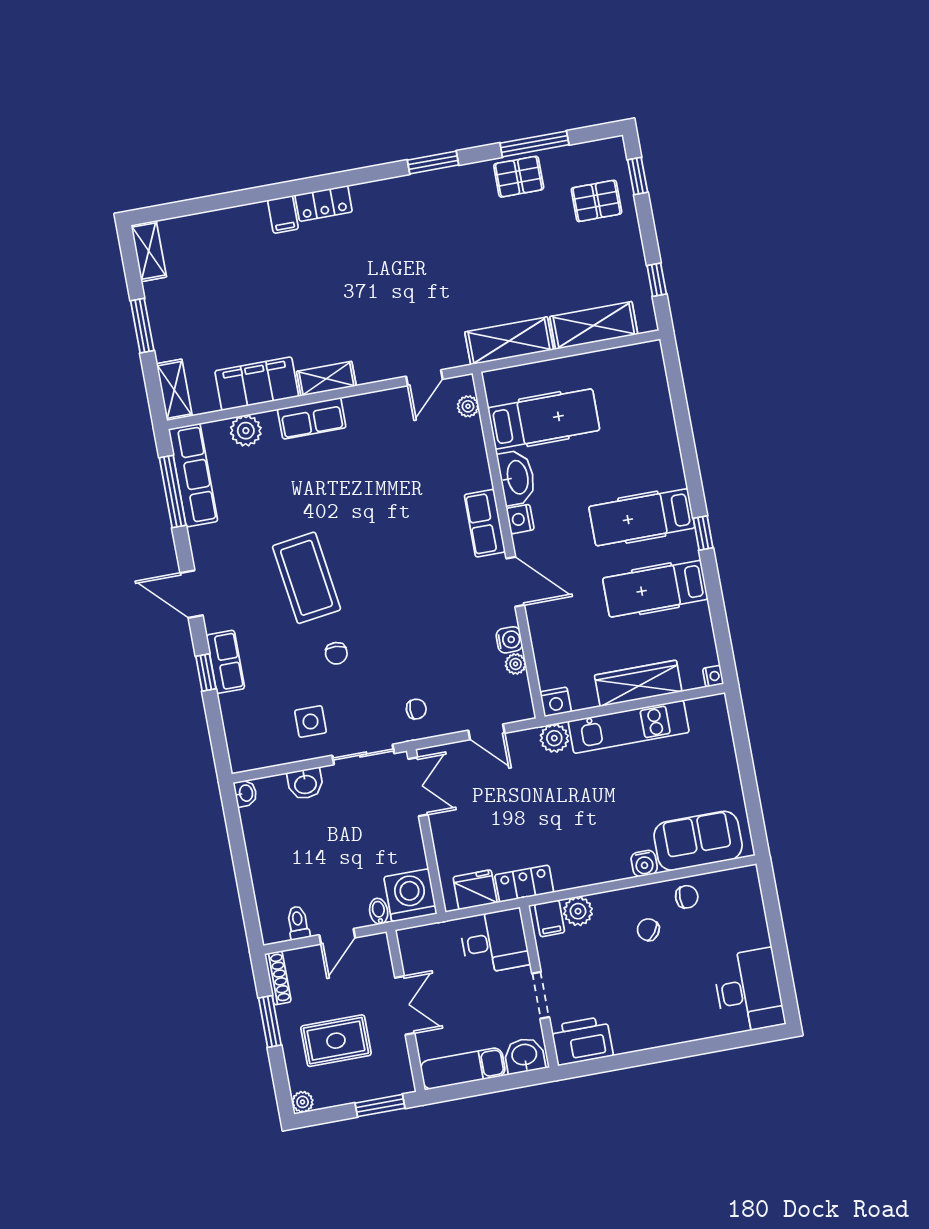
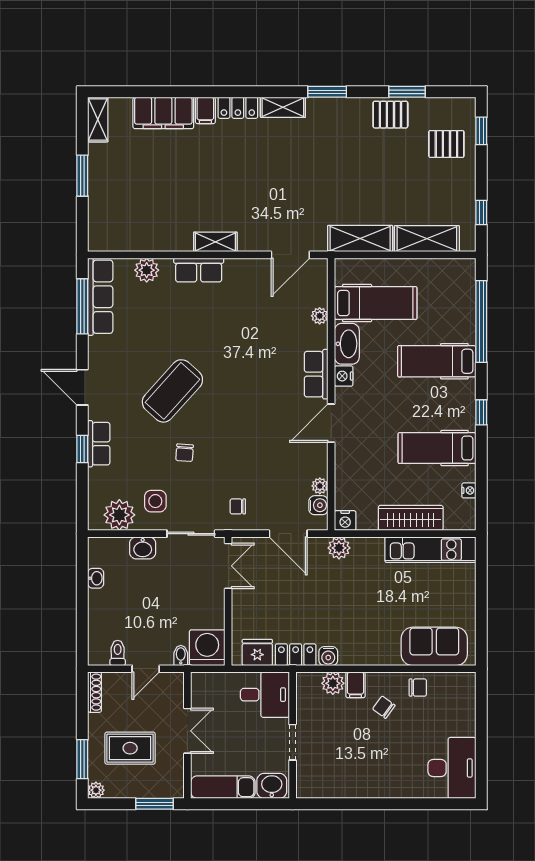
window: (534, 144) -> (407, 92), width x0.69
door: (424, 378) -> (290, 255), width x1.38
filing cabinet: (257, 384) -> (163, 113), moved, turned 180
shelving: (174, 390) -> (283, 107), moved, turned 90
plant: (468, 406) -> (320, 316), moved
window: (682, 418) -> (481, 321), added
hospital bed: (642, 517) -> (437, 361), moved
coffee table: (307, 578) -> (172, 391), turned 50
door: (515, 582) -> (331, 423), swing flipped
water cooler: (509, 640) -> (318, 505), moved
nightstand: (713, 676) -> (469, 490), moved
chair: (416, 709) -> (238, 506), turned 180
kitchen unit: (629, 727) -> (430, 550), moved
door: (486, 732) -> (288, 534), width x1.38
plant: (268, 747) -> (119, 515), added
washbasin: (245, 793) -> (96, 578), moved
water cooler: (644, 863) -> (328, 656), moved
filing cabinet: (550, 918) -> (356, 685), moved
window: (270, 1022) -> (82, 759), moved
printer: (582, 1041) -> (318, 783), removed

